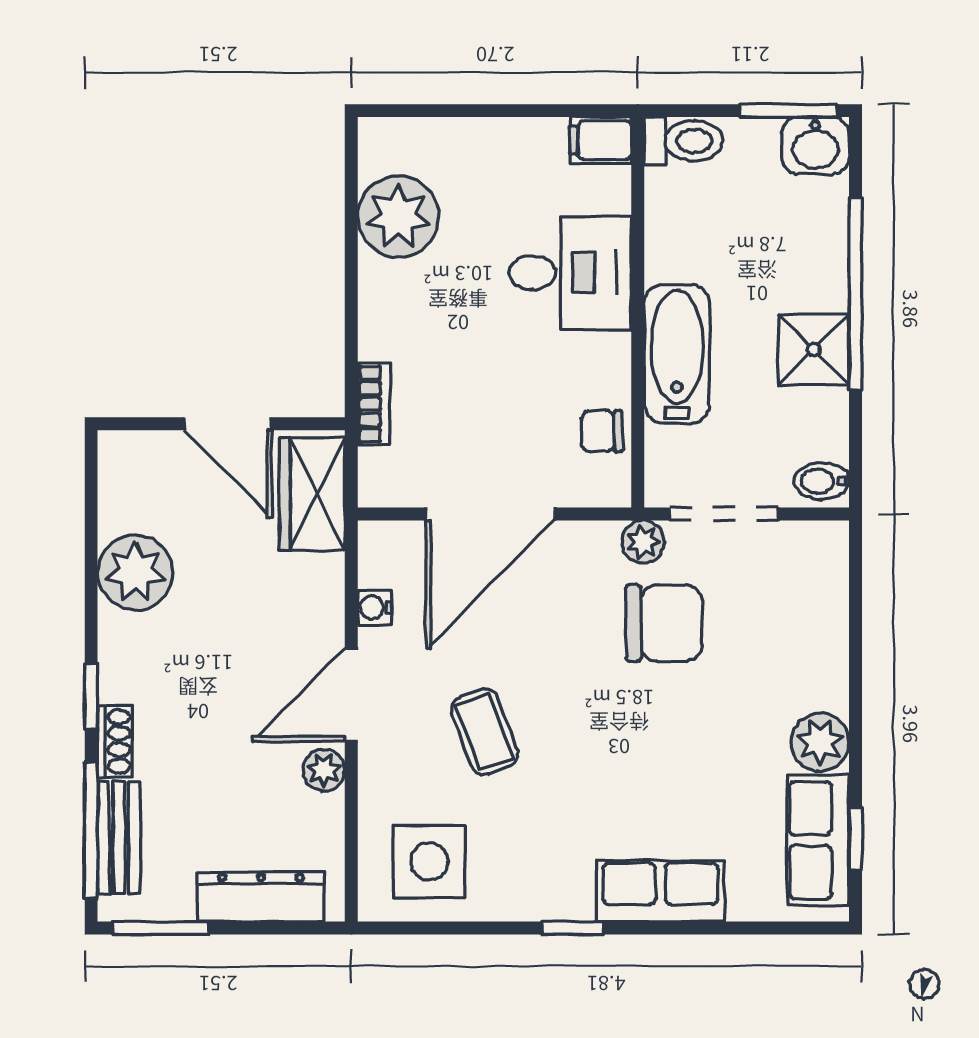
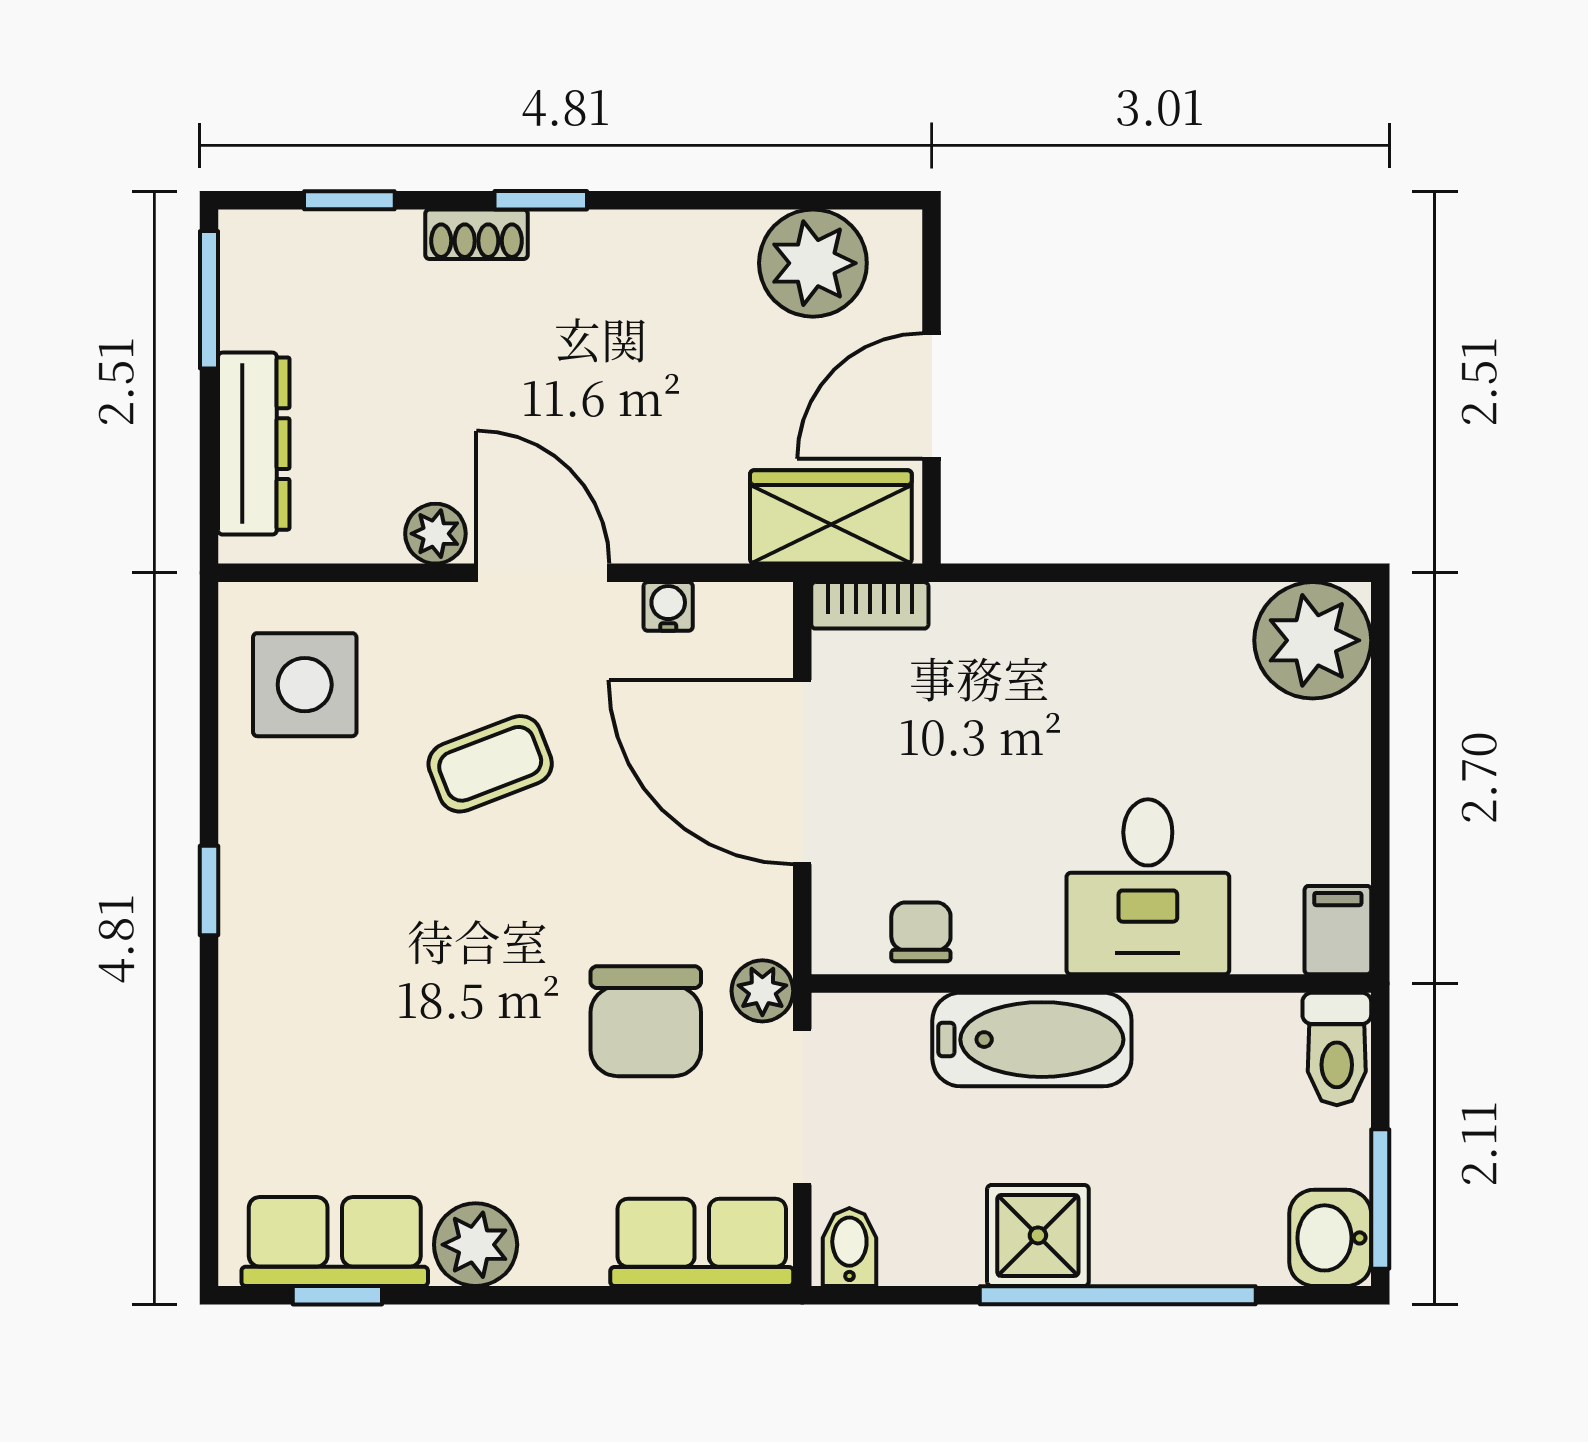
plant: (398, 217) -> (1313, 640), moved
bookcase: (374, 404) -> (870, 605), moved
plant: (135, 572) -> (813, 263), moved
window: (91, 830) -> (349, 200), width x0.46
bench: (119, 837) -> (339, 240), removed
row of seats: (660, 891) -> (702, 1242), moved, turned -90

